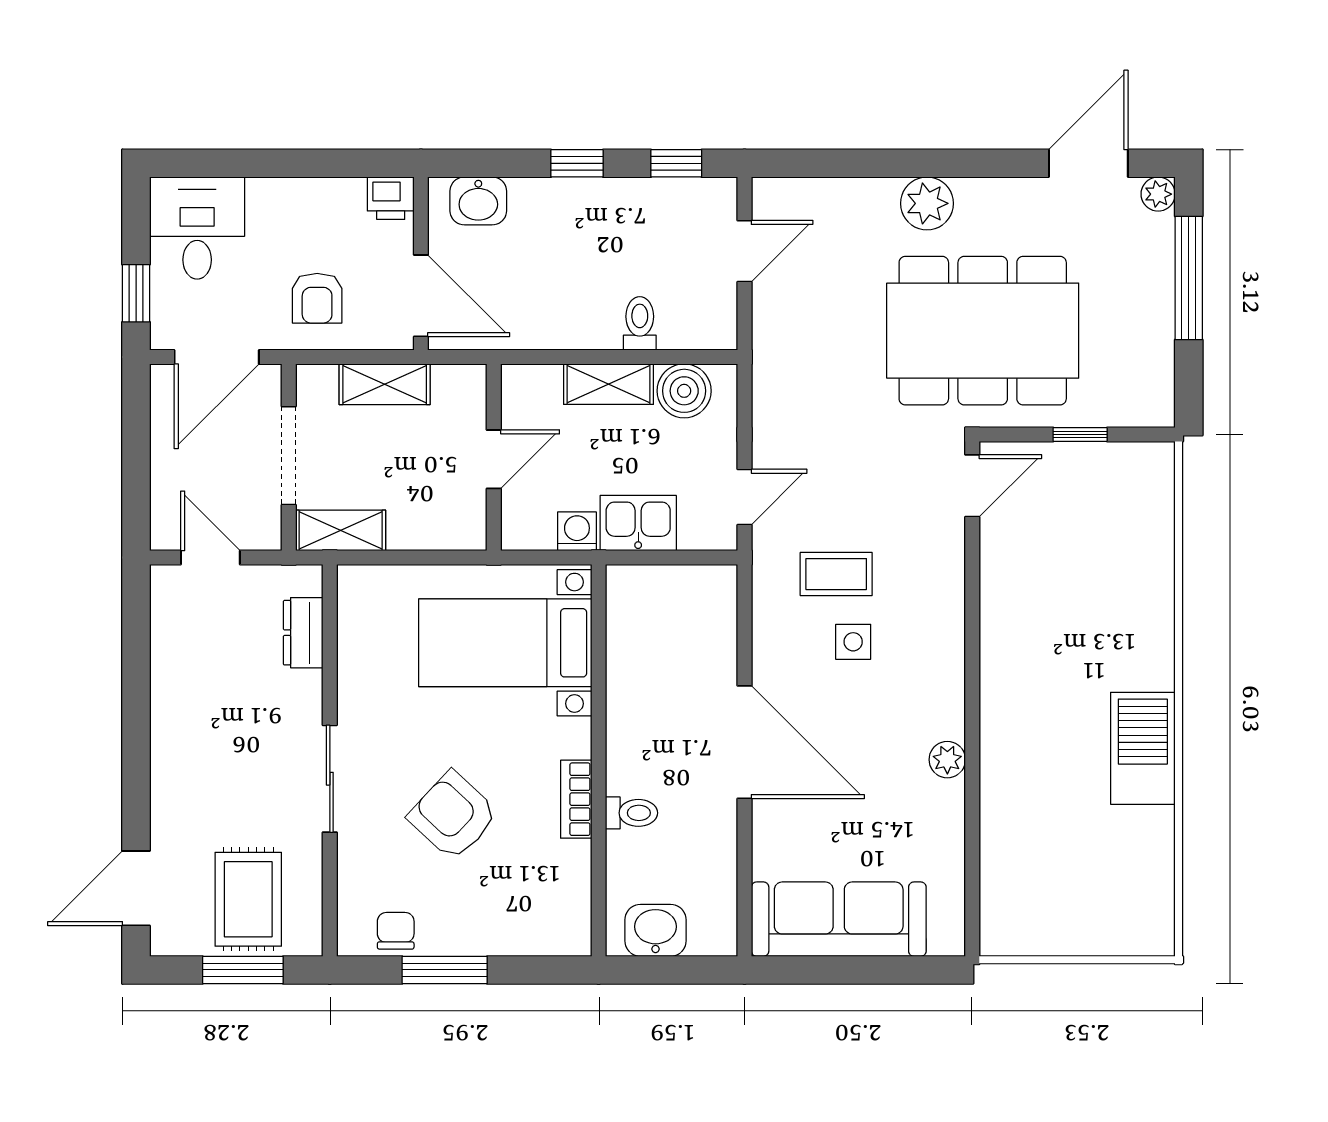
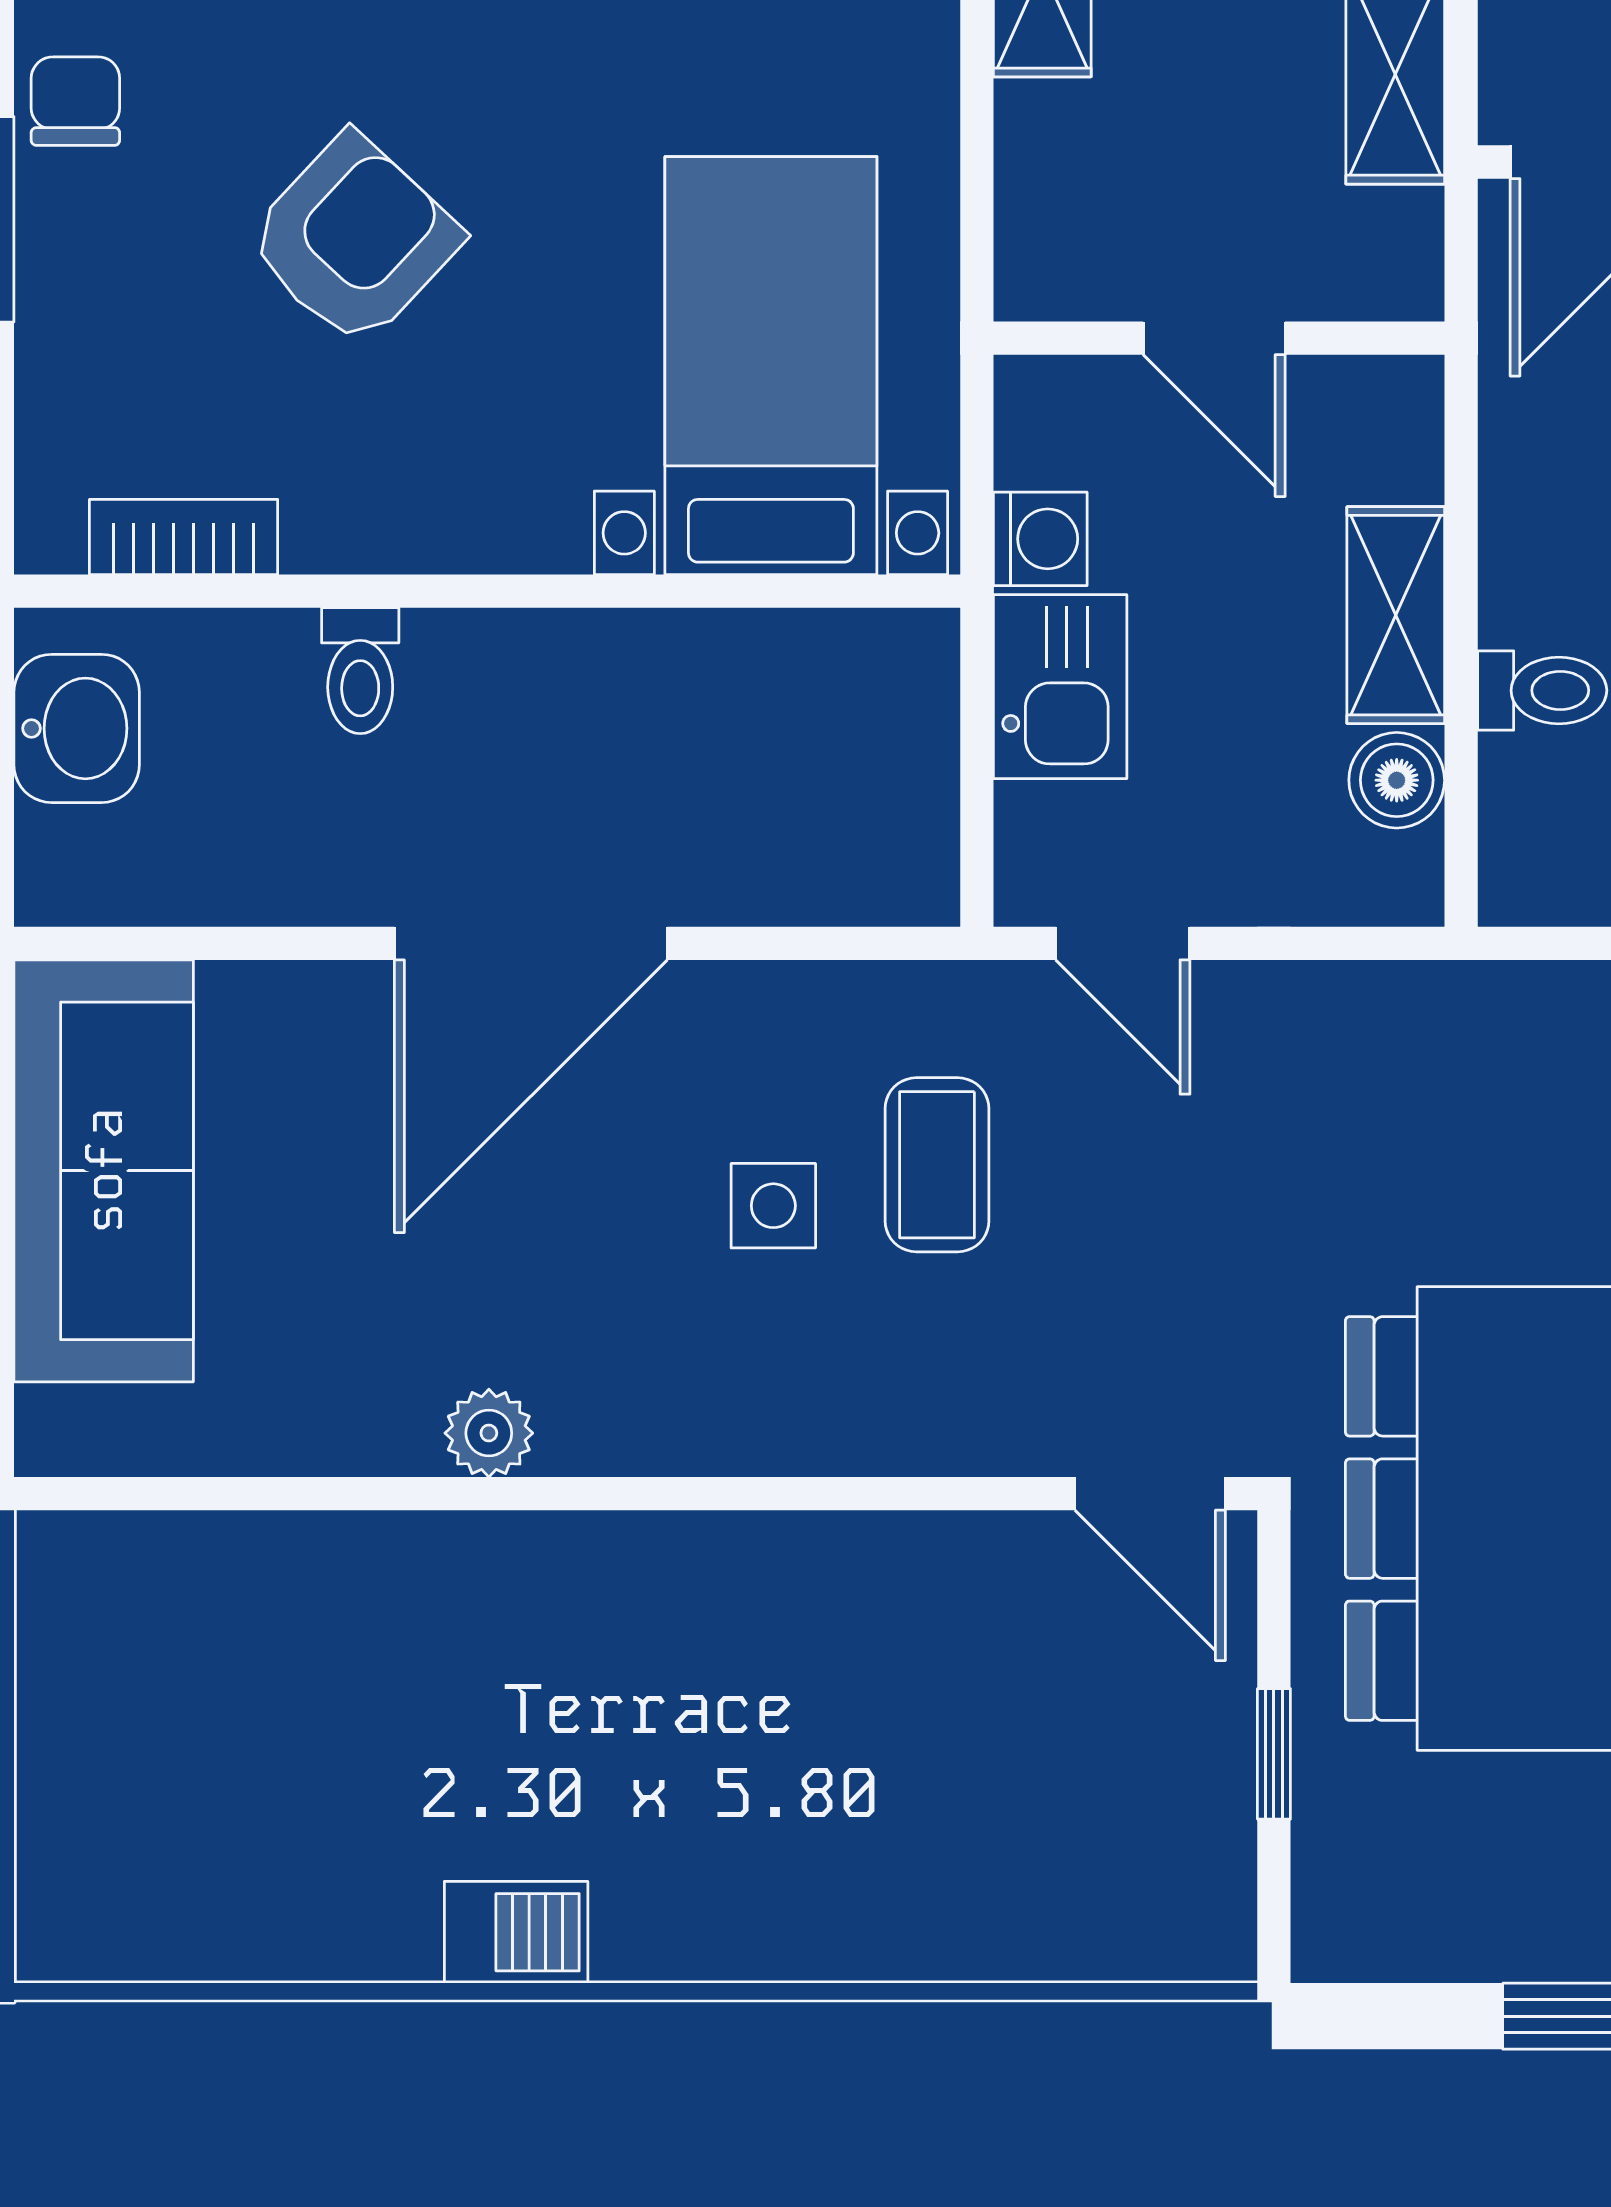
boiler: (684, 391) -> (1397, 780), width x0.73, depth x0.73
barbecue: (1143, 748) -> (516, 1932), width x0.53, depth x0.65
bookcase: (576, 799) -> (184, 537), moved
chair: (396, 931) -> (75, 101), turned -90

